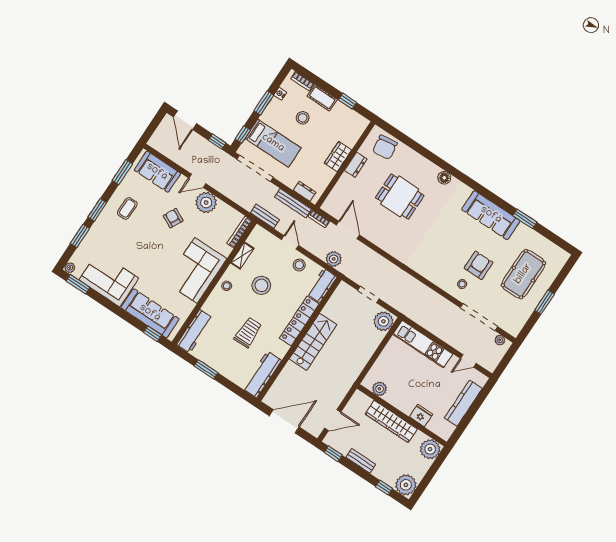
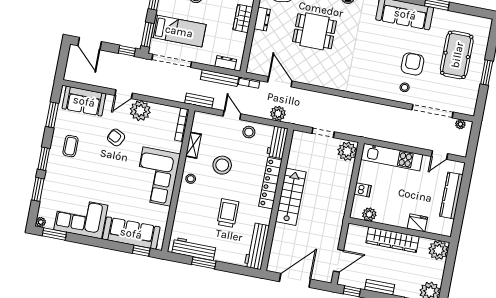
window: (243, 135) -> (148, 35), width x1.50
workbench: (195, 331) -> (194, 249), moved, turned -90
dishwasher: (383, 363) -> (363, 190), added

